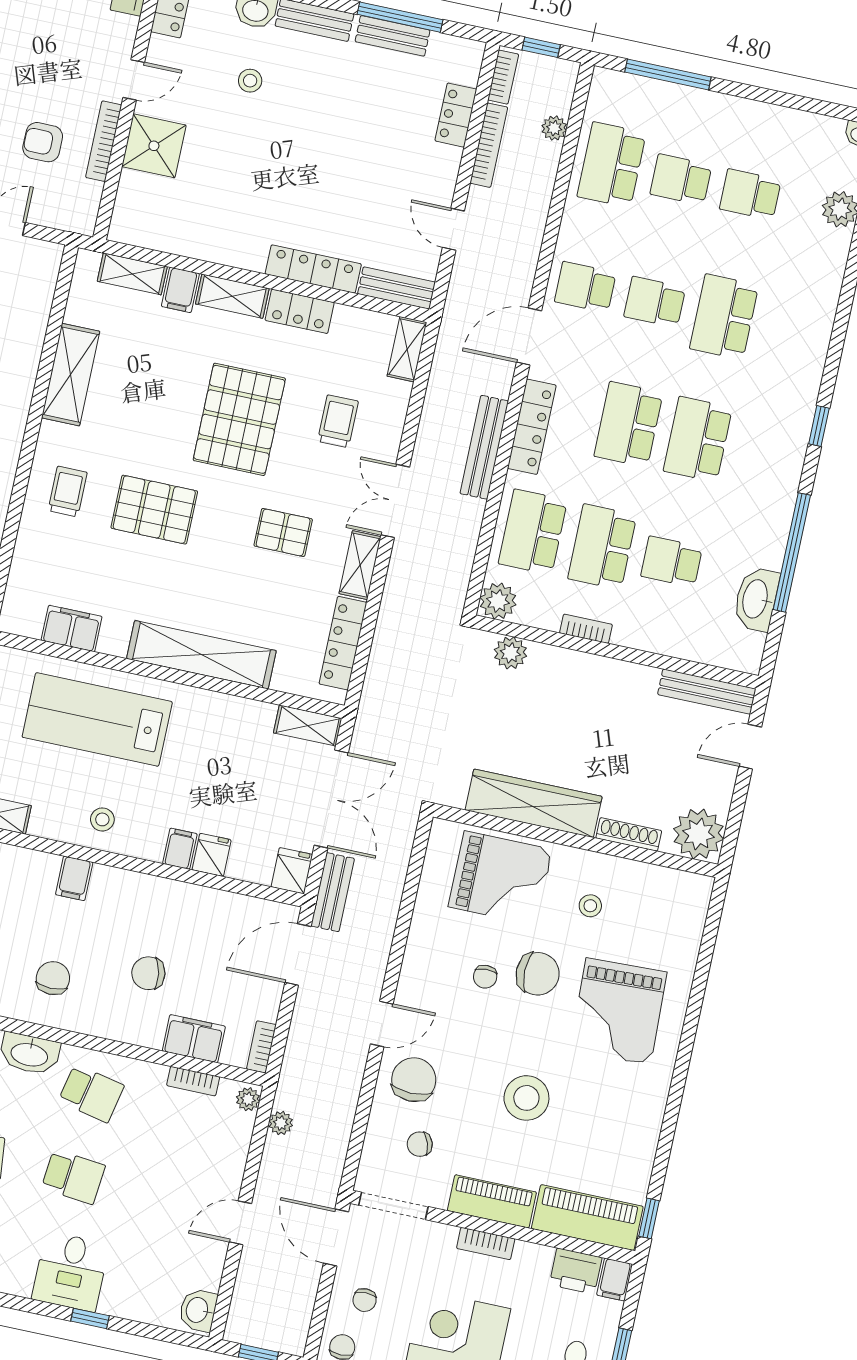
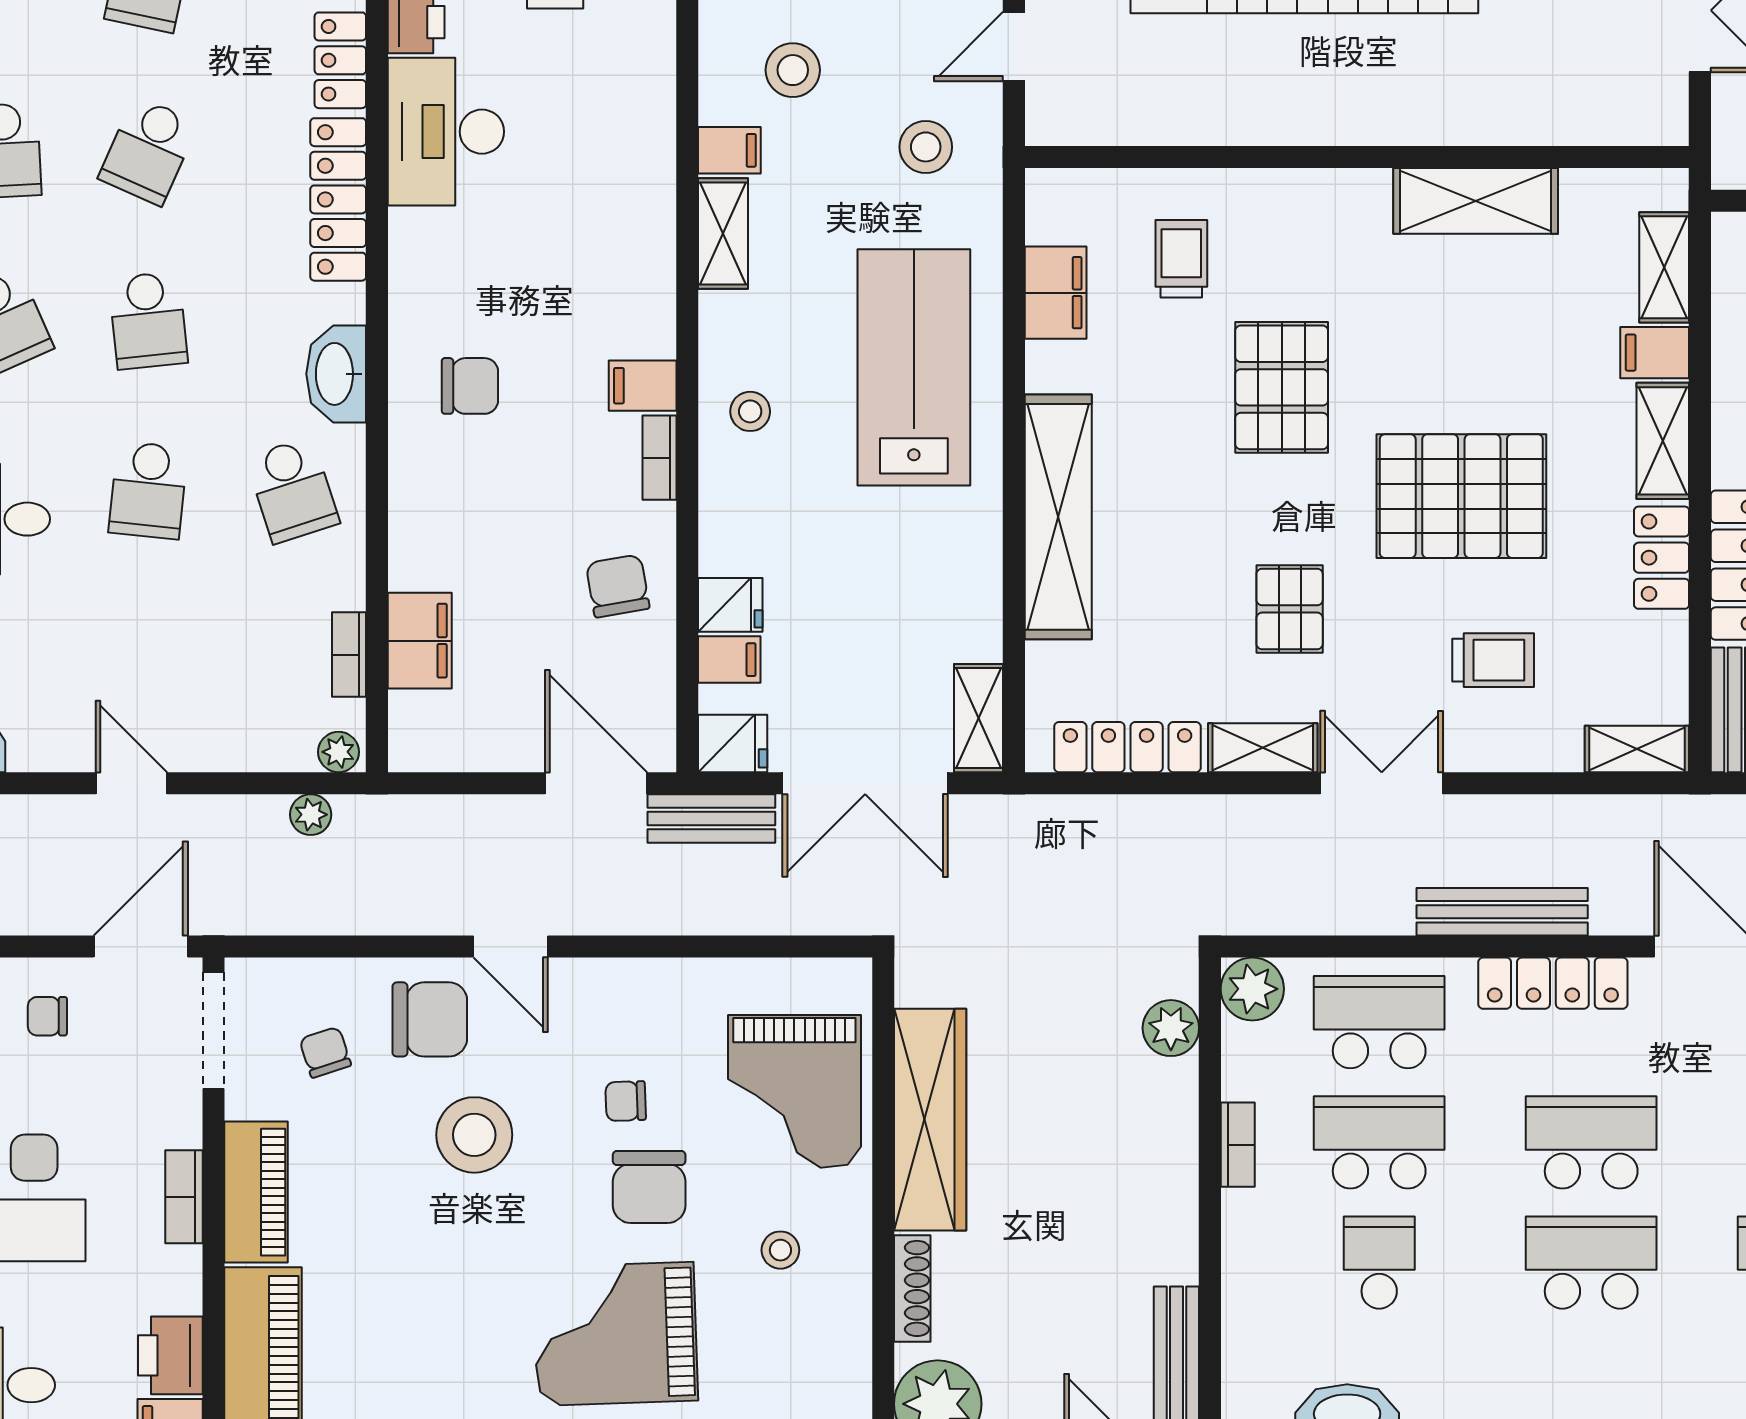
trolley: (68, 491) -> (1181, 259), moved, turned -90
filing cabinet: (180, 849) -> (729, 660), moved
chair: (148, 973) -> (618, 586), moved
bookcase: (261, 1047) -> (659, 458), moved, turned -90
school desk: (91, 1093) -> (293, 490), turned -30
stool: (526, 1098) -> (474, 1135), moved

